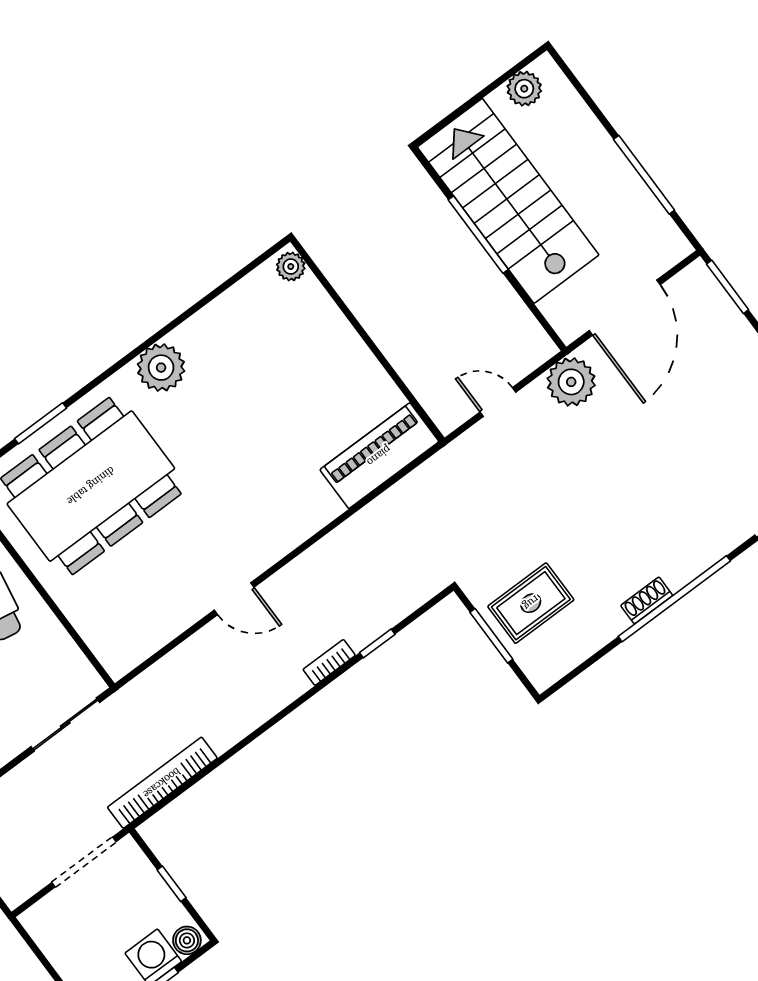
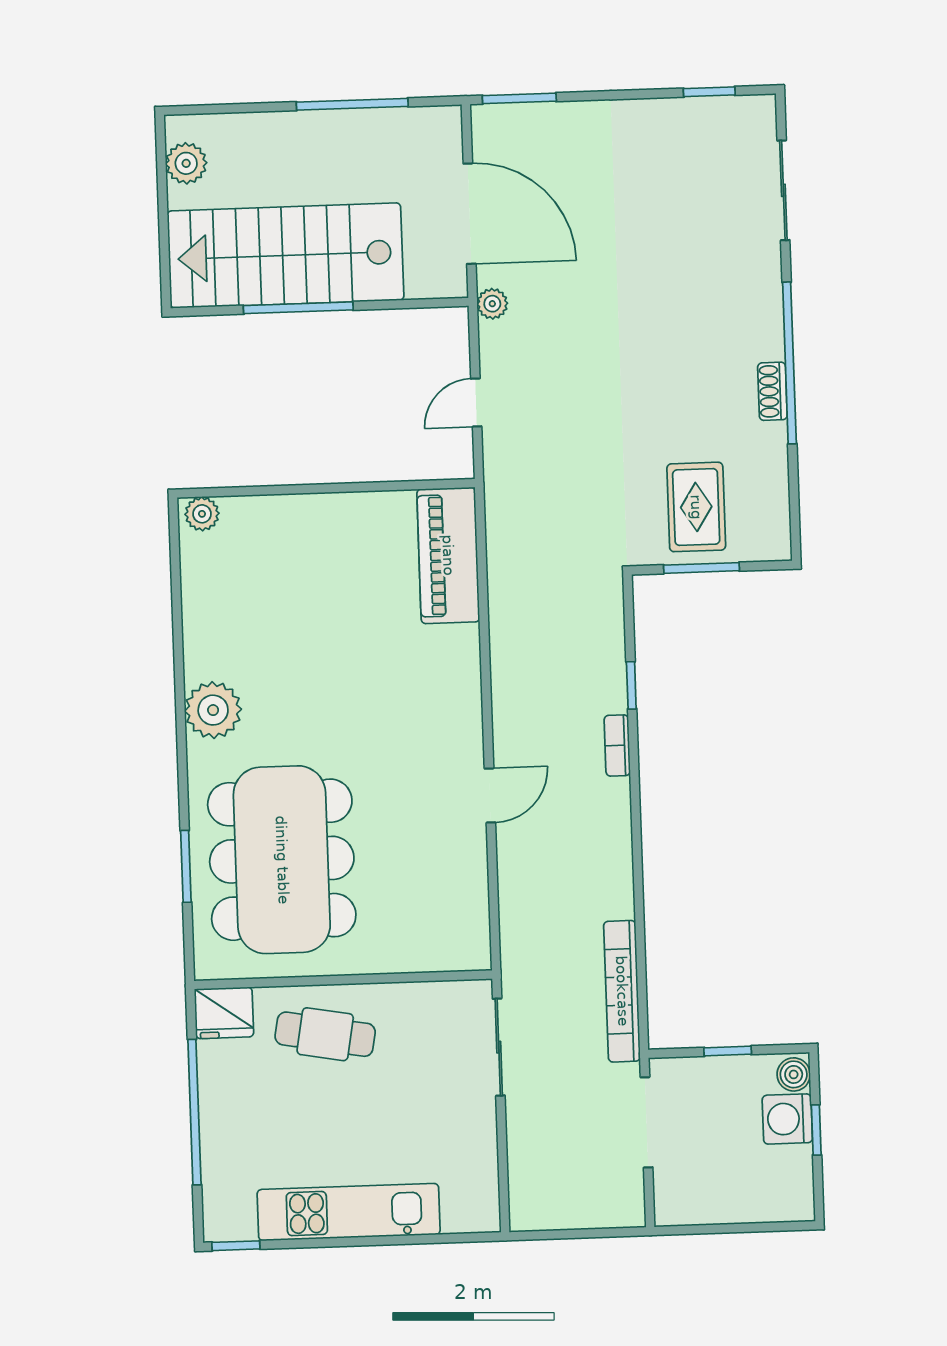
plant: (571, 382) -> (492, 304), width x0.53, depth x0.53

